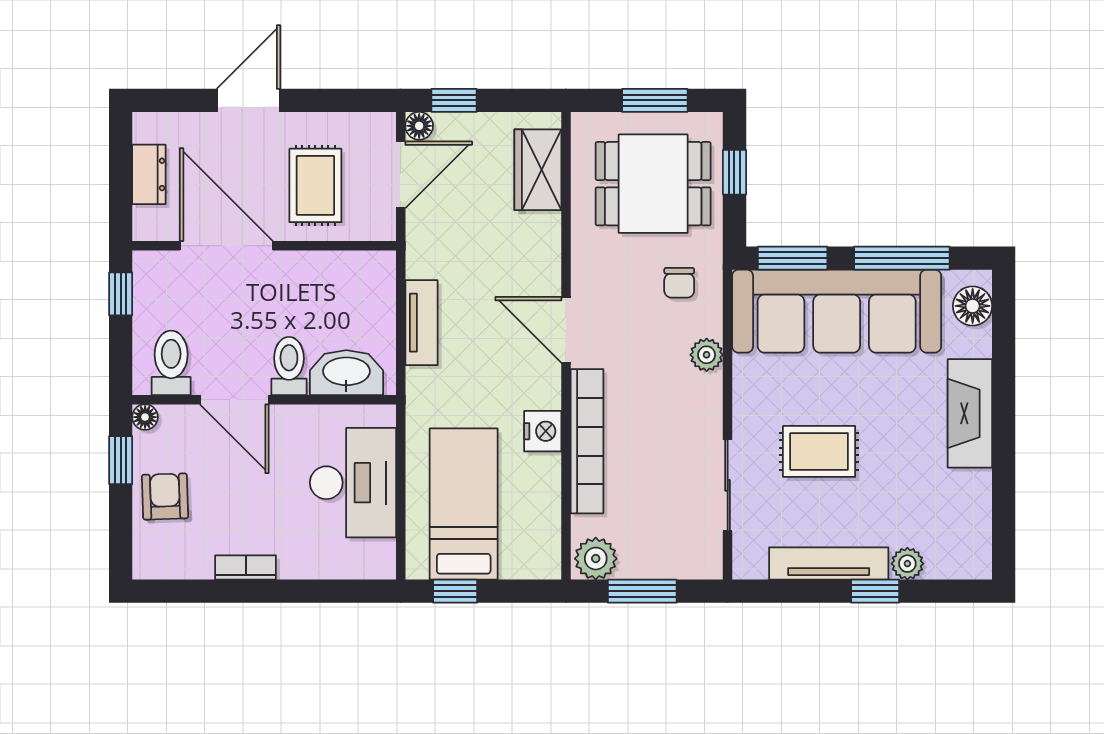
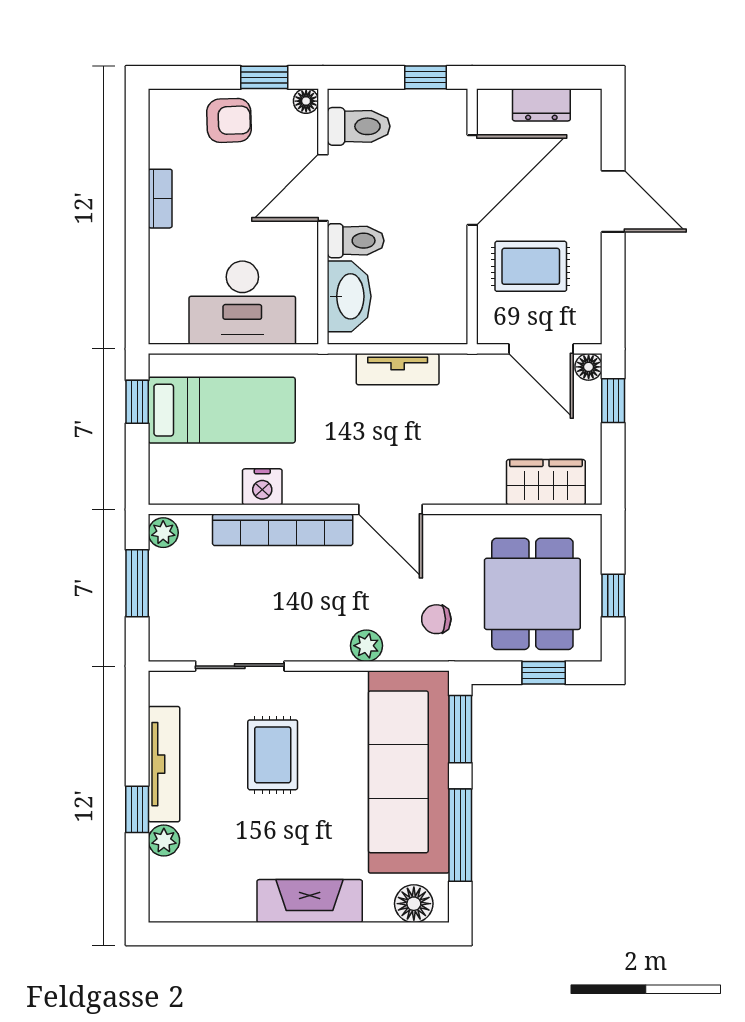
window: (655, 100) -> (613, 595), width x0.67
door: (566, 330) -> (391, 509), swing flipped
nightstand: (543, 431) -> (262, 487), moved
plant: (596, 559) -> (163, 533), width x0.73, depth x0.73

